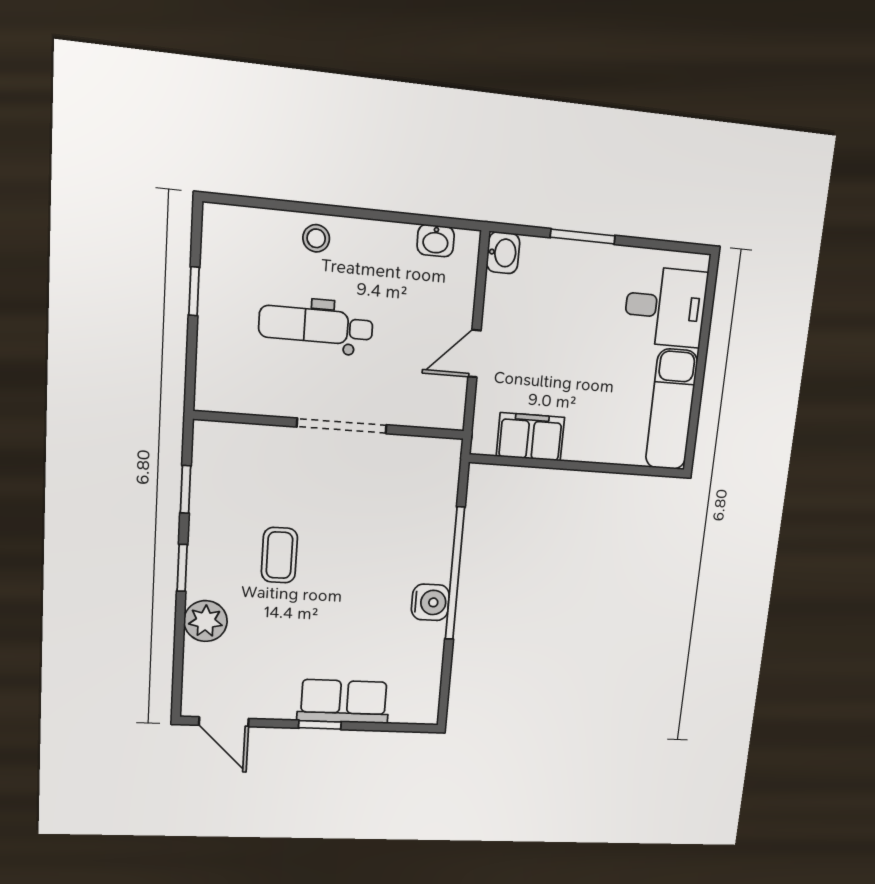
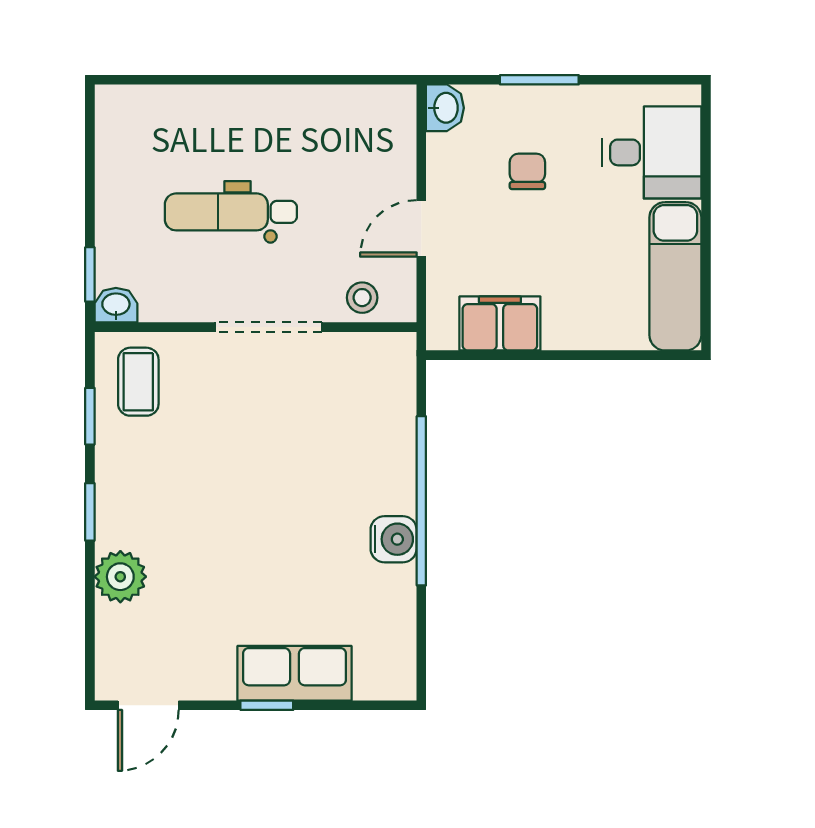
stool: (316, 238) -> (362, 298), moved
washbasin: (436, 241) -> (116, 305), moved, turned 180
window: (194, 291) -> (90, 274), moved
chair: (565, 313) -> (527, 171), added
coffee table: (279, 555) -> (138, 382), moved
door: (224, 722) -> (148, 705), hinge flipped

